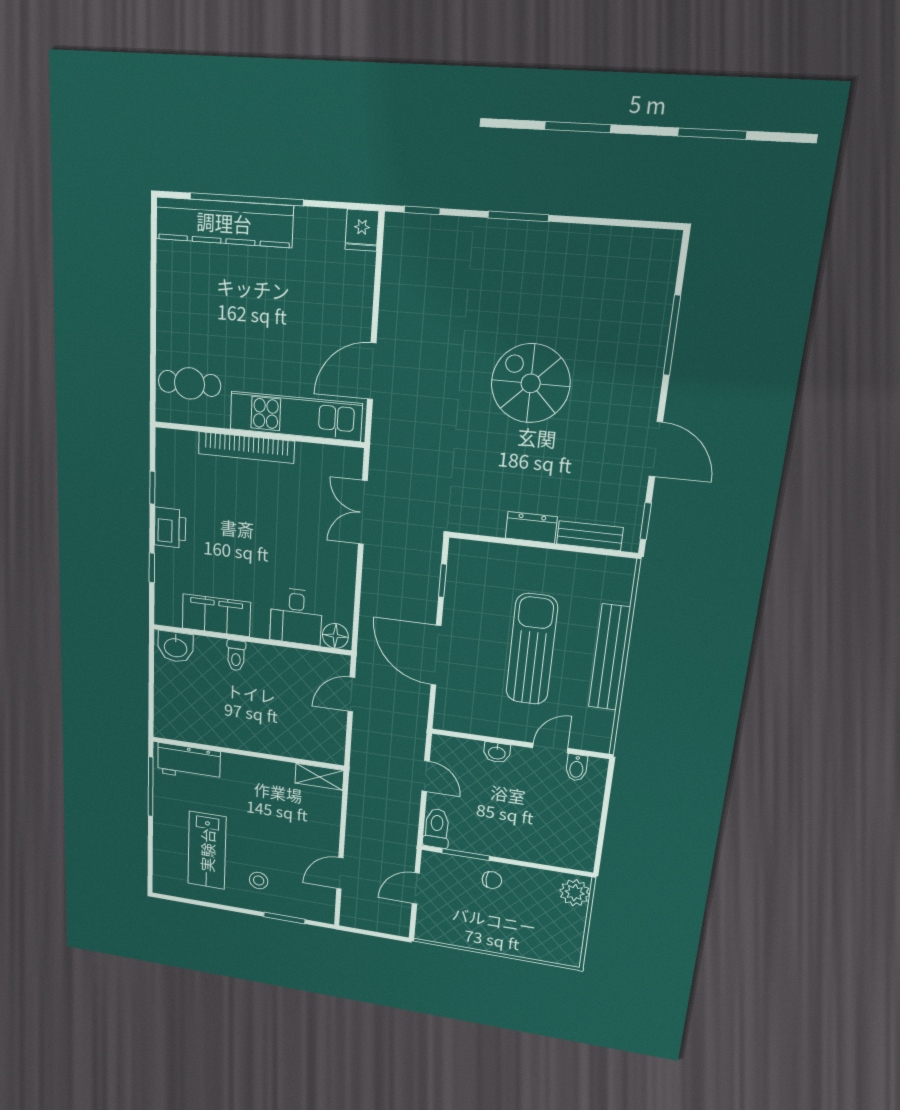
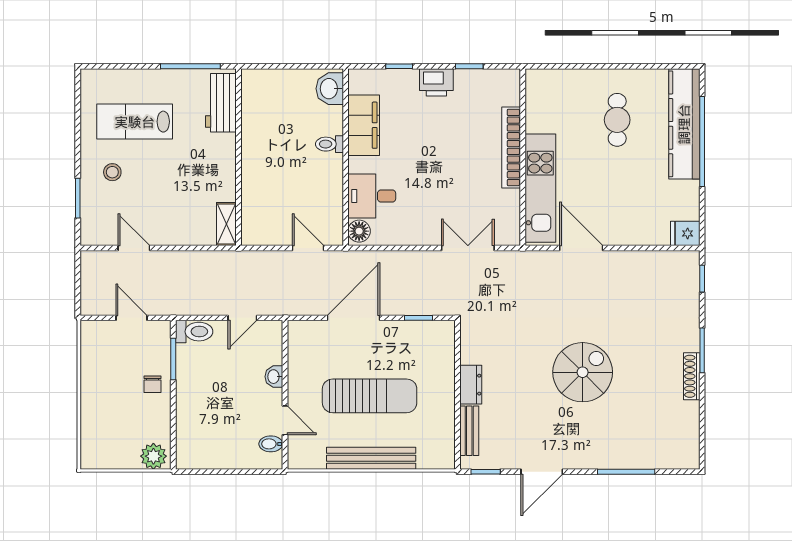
shoe rack: (552, 233) -> (692, 376), added
cafe table: (190, 383) -> (617, 120), moved

